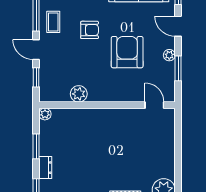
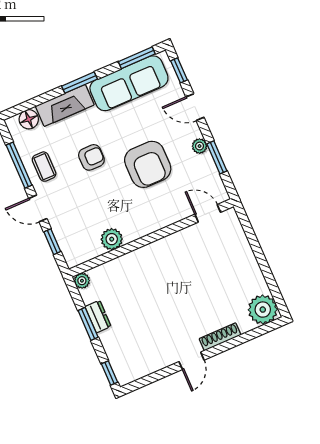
armchair: (127, 52) -> (148, 164), turned 180
dresser: (45, 168) -> (98, 317), moved

